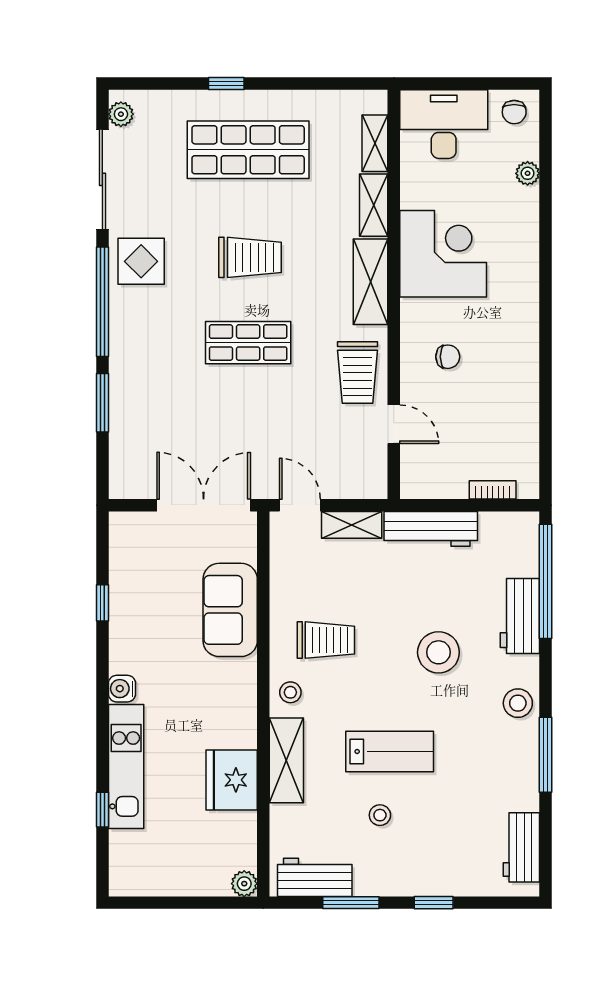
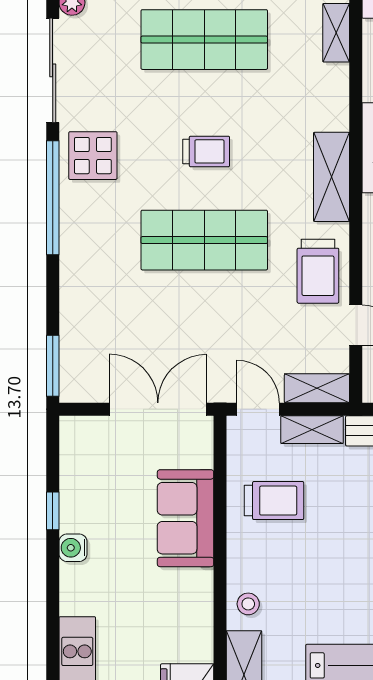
shelving: (374, 205) -> (317, 388), moved, turned 90
trolley: (250, 257) -> (206, 151), width x0.73, depth x0.72
shop shelf: (248, 343) -> (204, 240), width x1.43, depth x1.36
window: (102, 403) -> (53, 366), moved
trolley: (326, 640) -> (274, 501), moved
water cooler: (122, 689) -> (73, 548), moved

